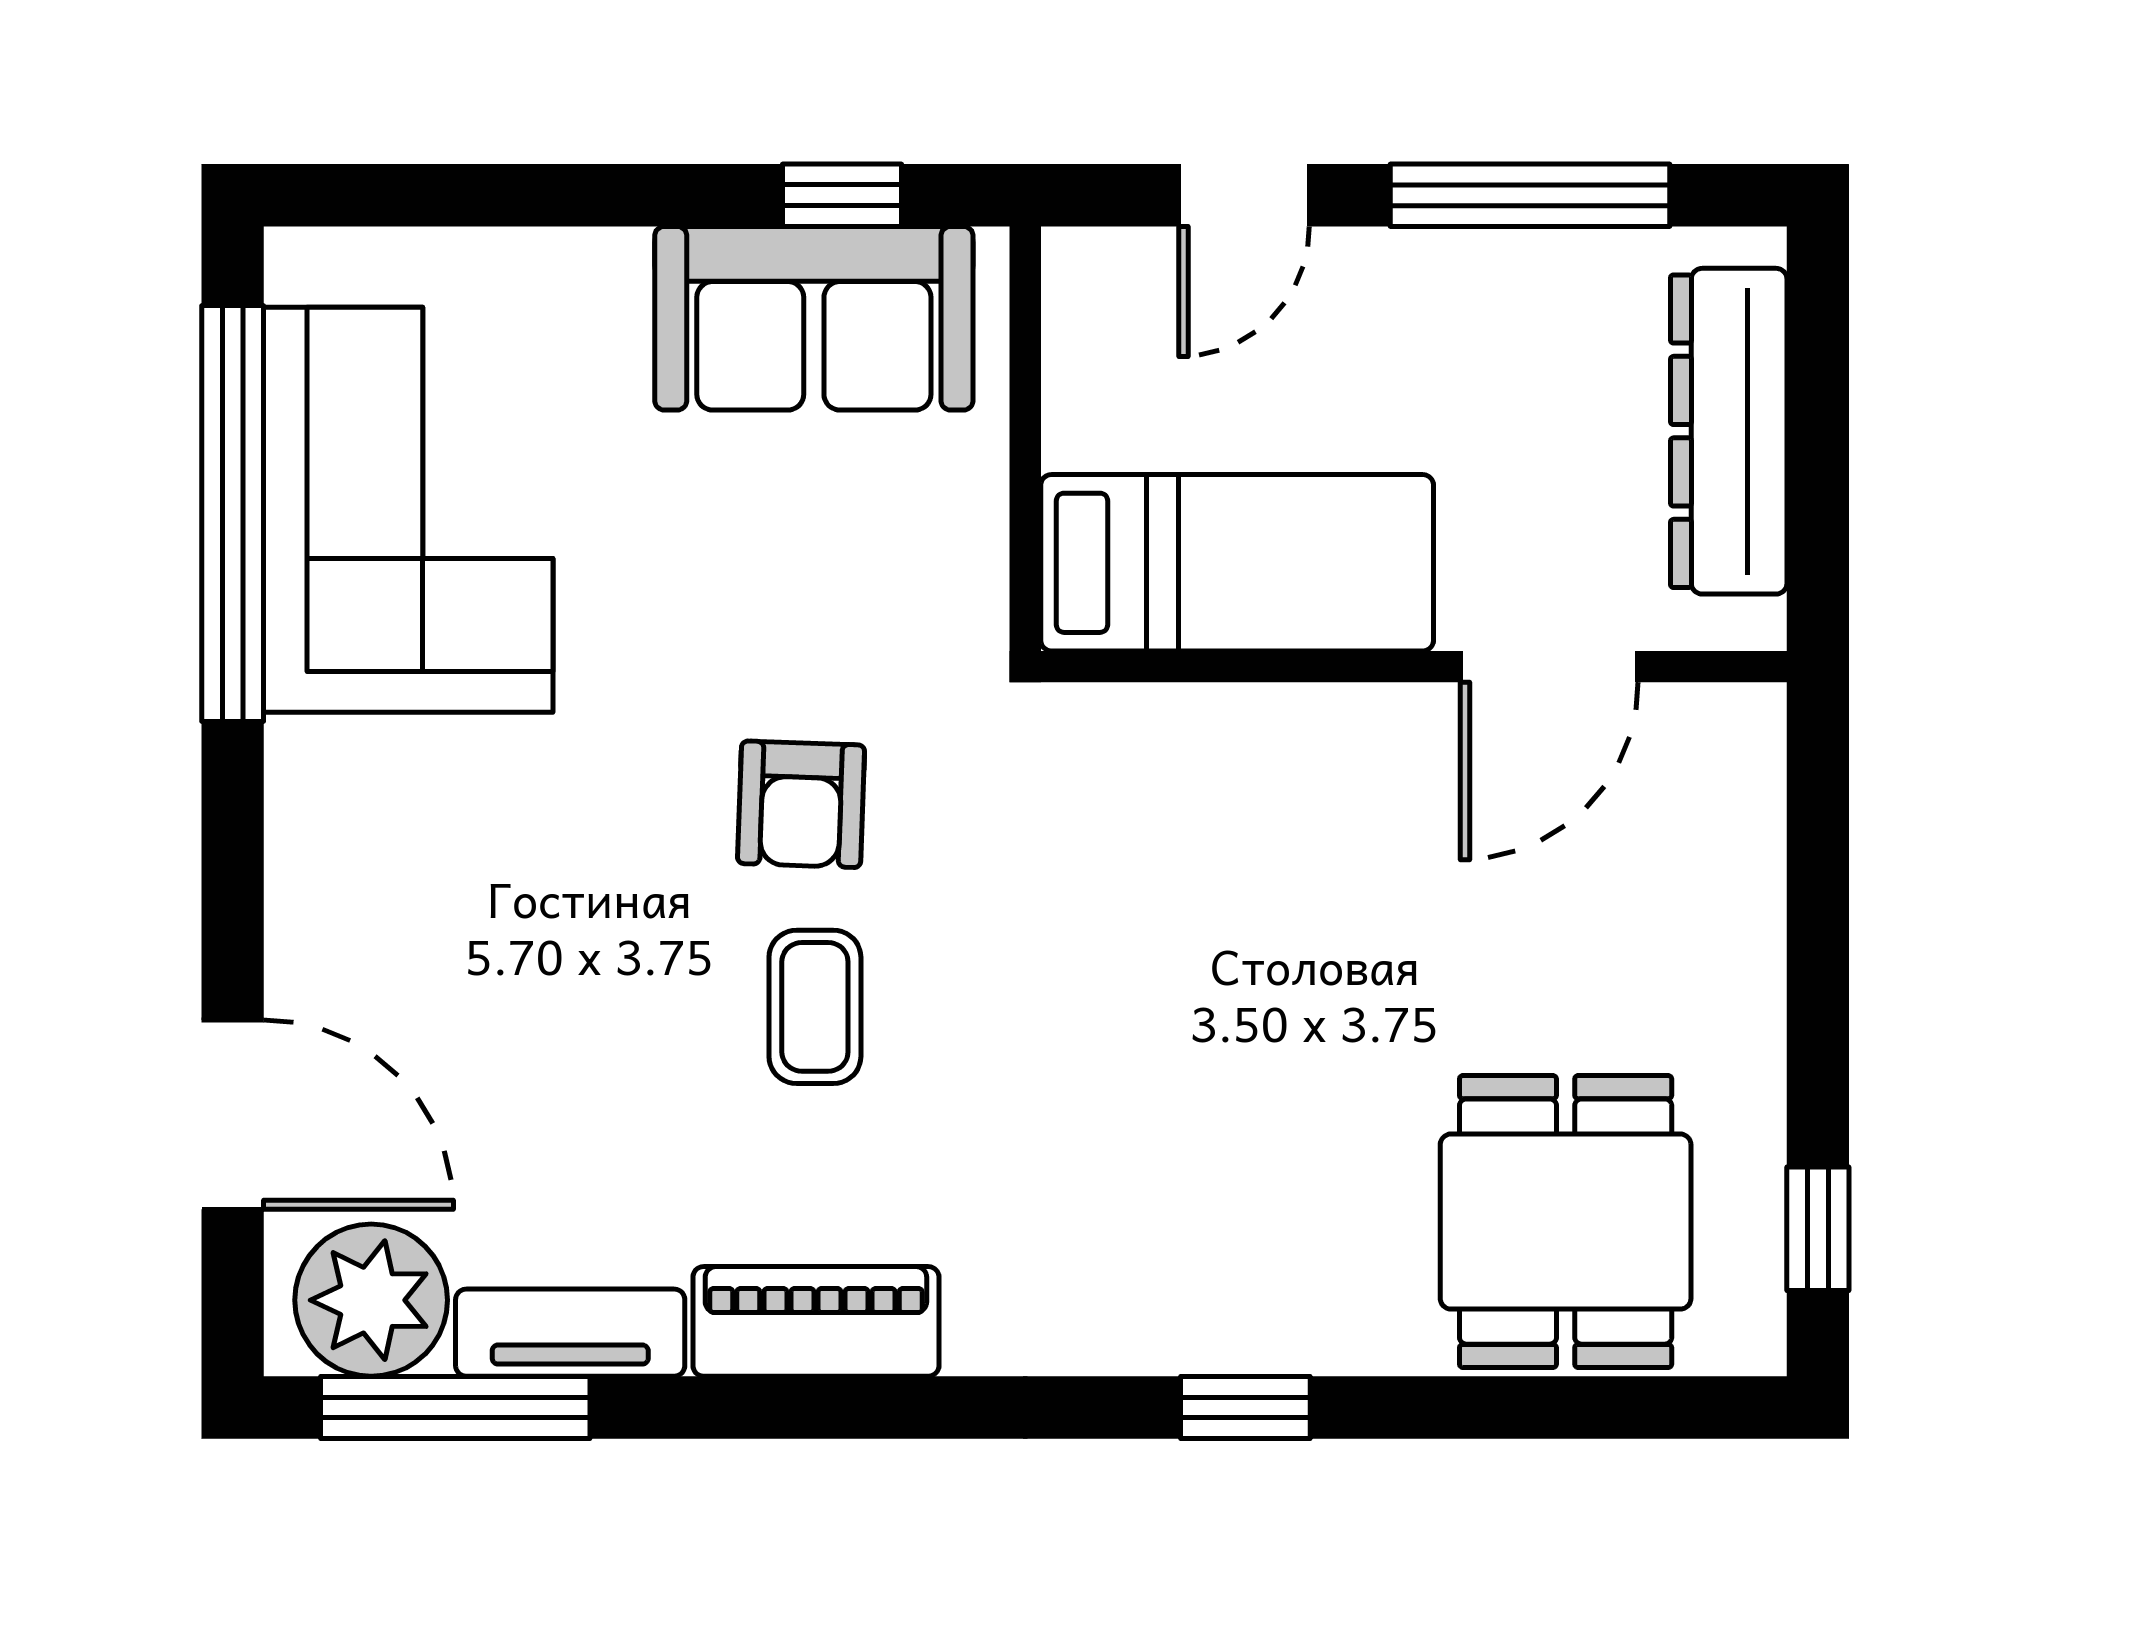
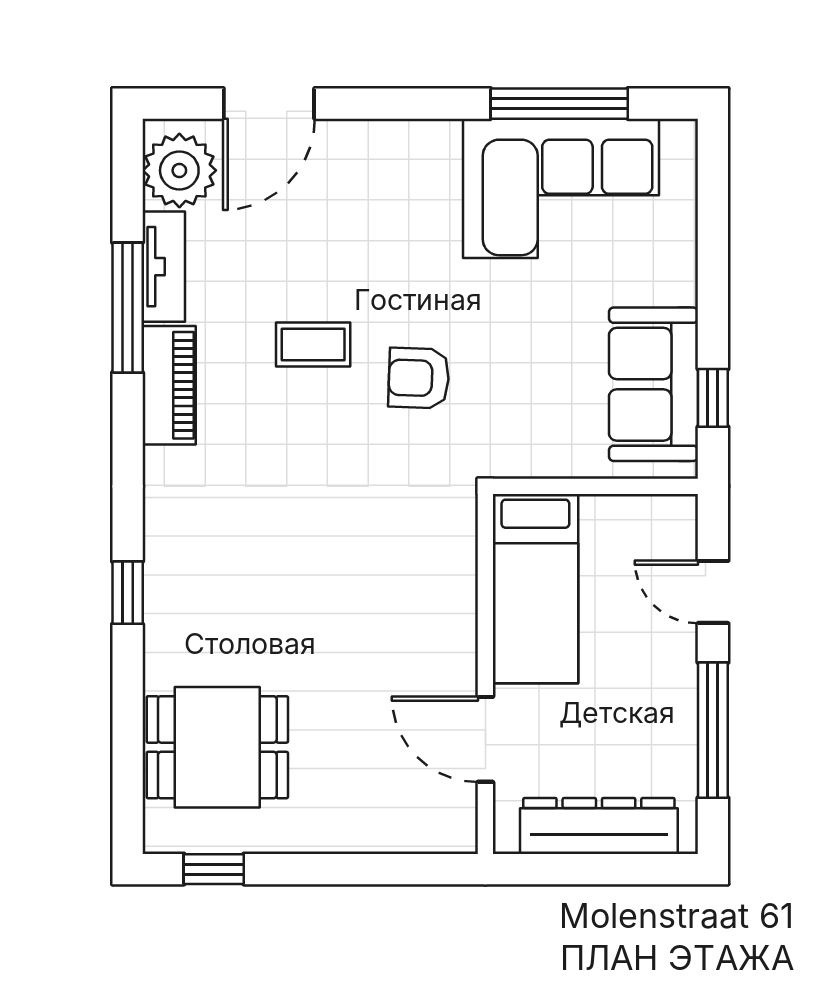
window: (233, 514) -> (559, 104), width x0.68
coffee table: (815, 1007) -> (313, 344), moved
window: (455, 1407) -> (128, 308), moved

